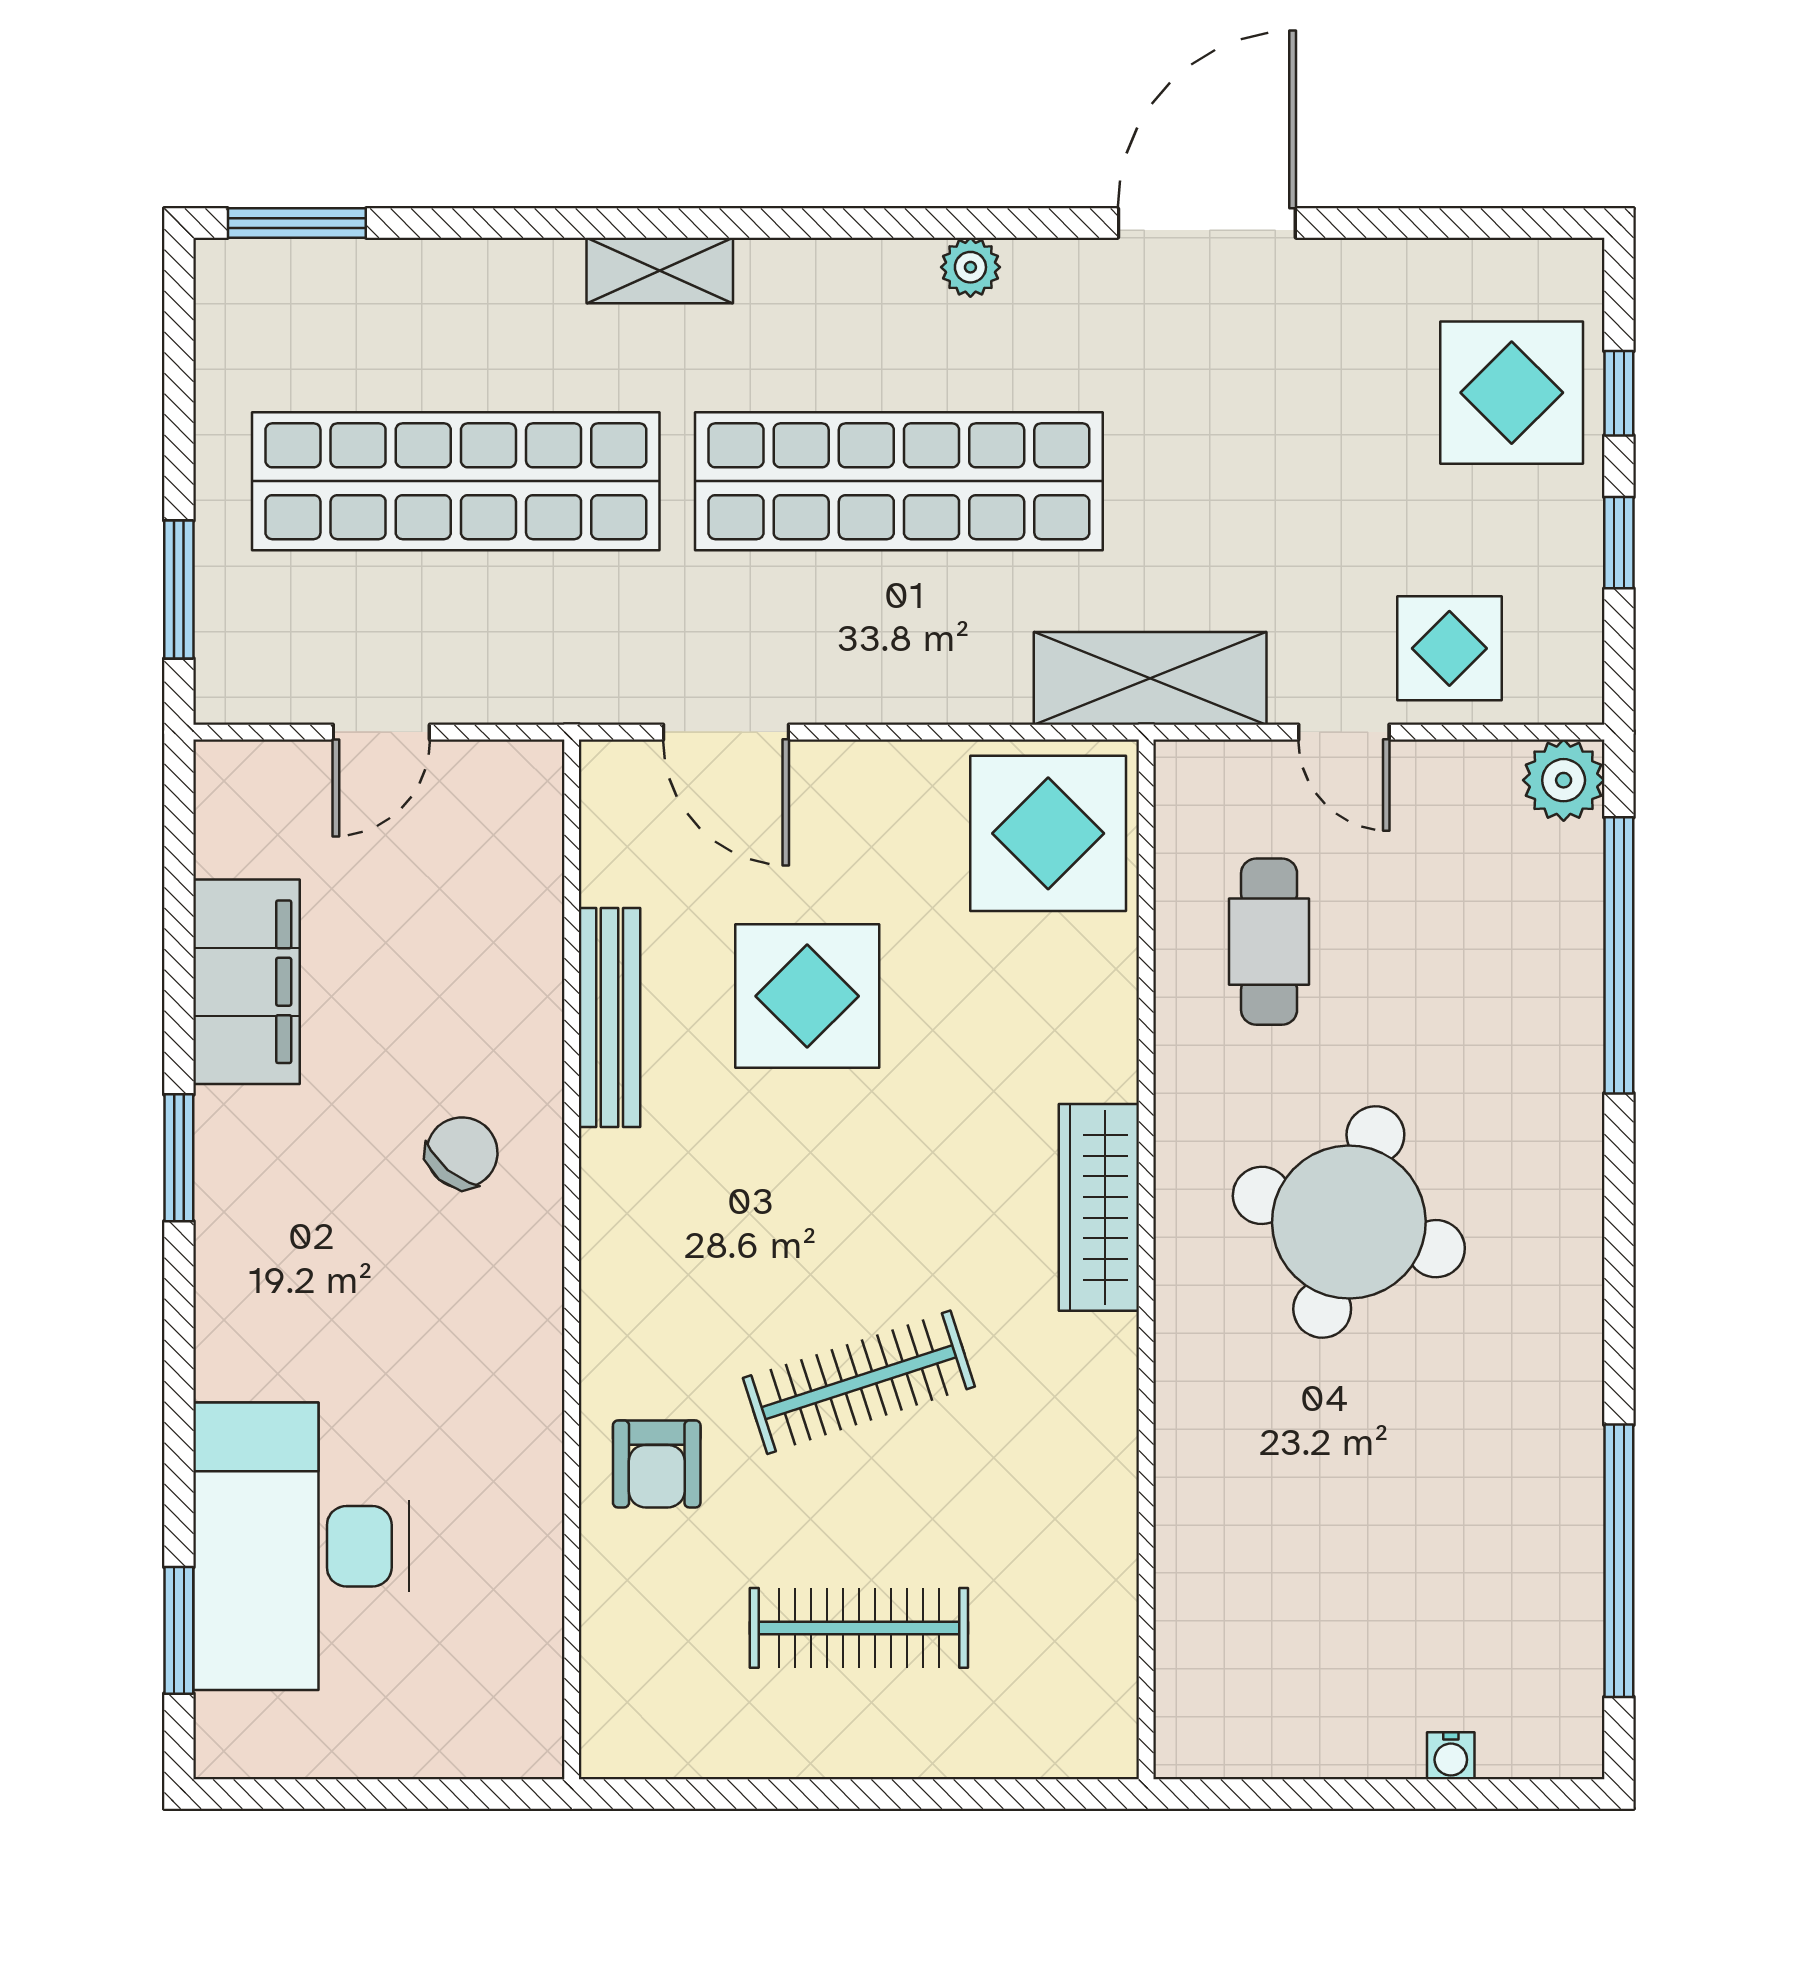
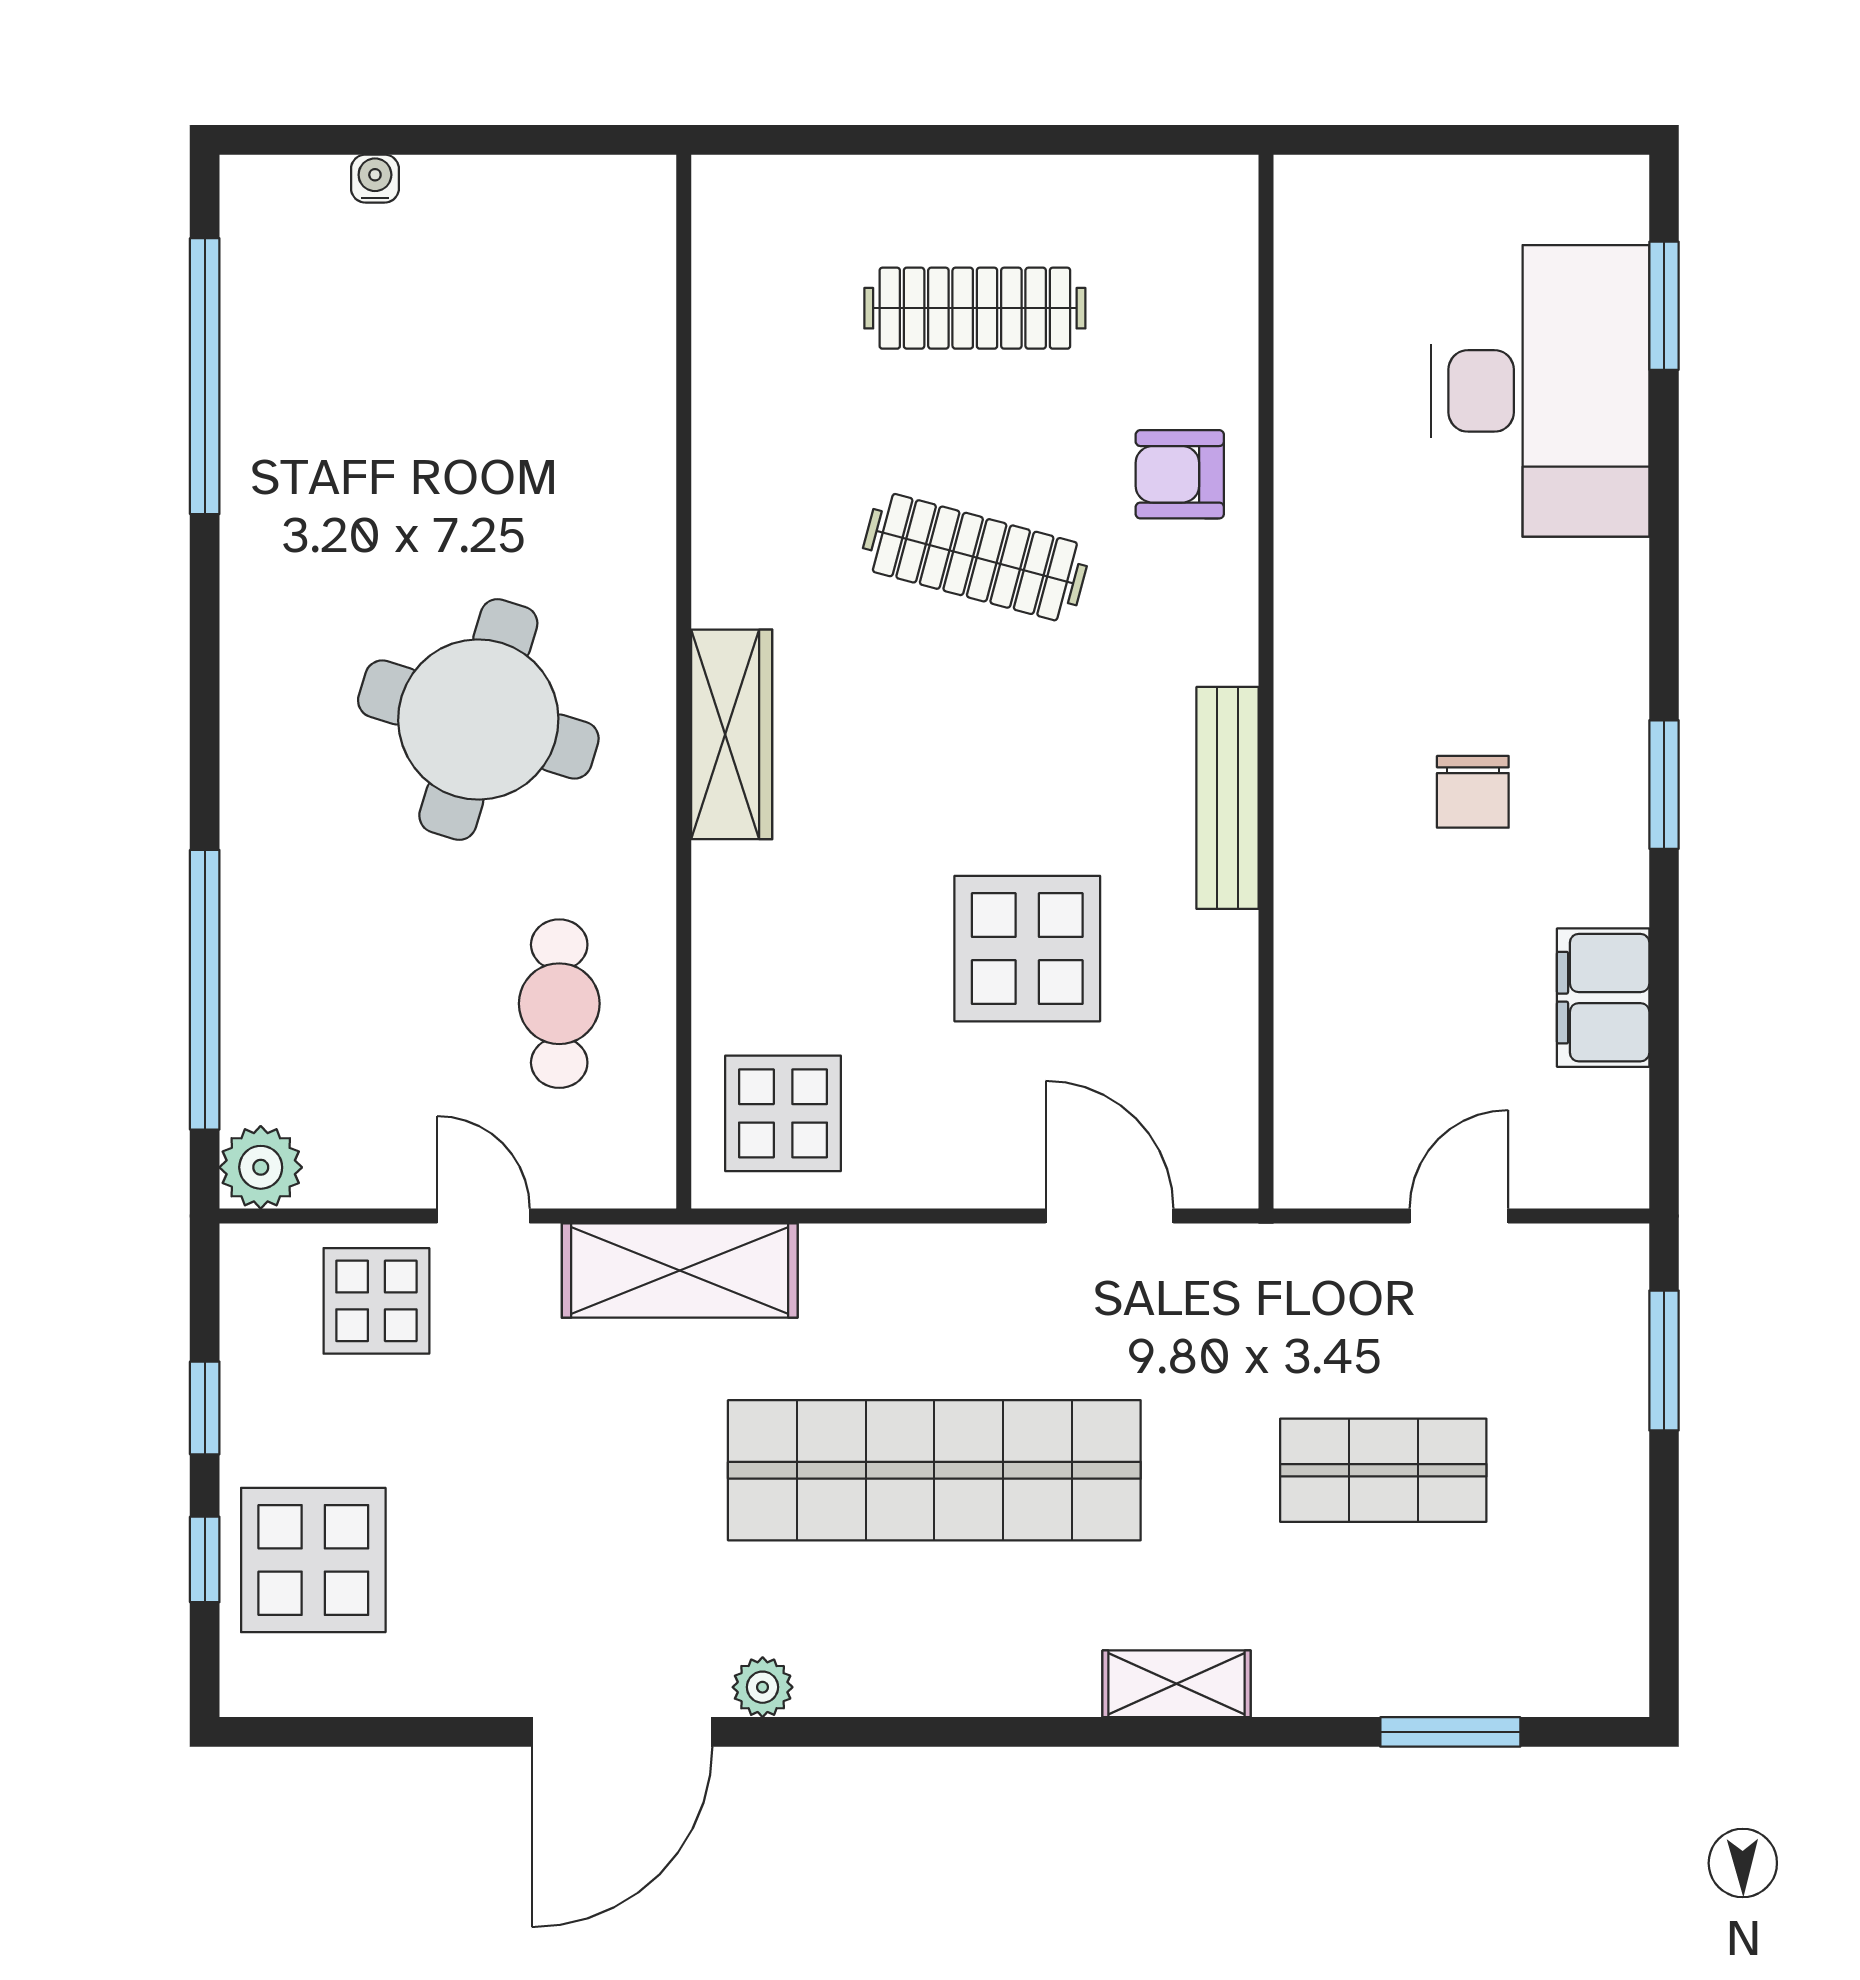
window: (297, 223) -> (1450, 1732), moved
plant: (970, 267) -> (763, 1687), moved
shop shelf: (456, 481) -> (1383, 1470), width x0.50, depth x0.74
display table: (1048, 833) -> (783, 1113), width x0.73, depth x0.73
filing cabinet: (247, 982) -> (1603, 998), width x0.67, depth x0.86
bench: (610, 1018) -> (1228, 798), moved
chair: (462, 1153) -> (1473, 792), moved, turned -40
clothes rail: (859, 1382) -> (975, 557), turned 33
armchair: (657, 1464) -> (1180, 474), turned -90

